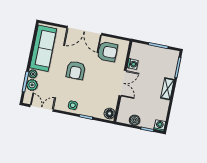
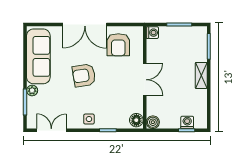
armchair: (107, 52) -> (118, 45), turned 90
washing machine: (133, 64) -> (152, 33), moved
armchair: (76, 70) -> (84, 75), turned 81
plant: (32, 85) -> (34, 104), removed
boiler: (135, 120) -> (153, 122), moved
washing machine: (160, 125) -> (187, 122), moved

